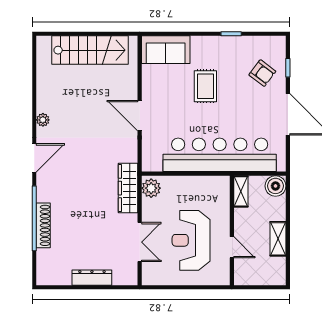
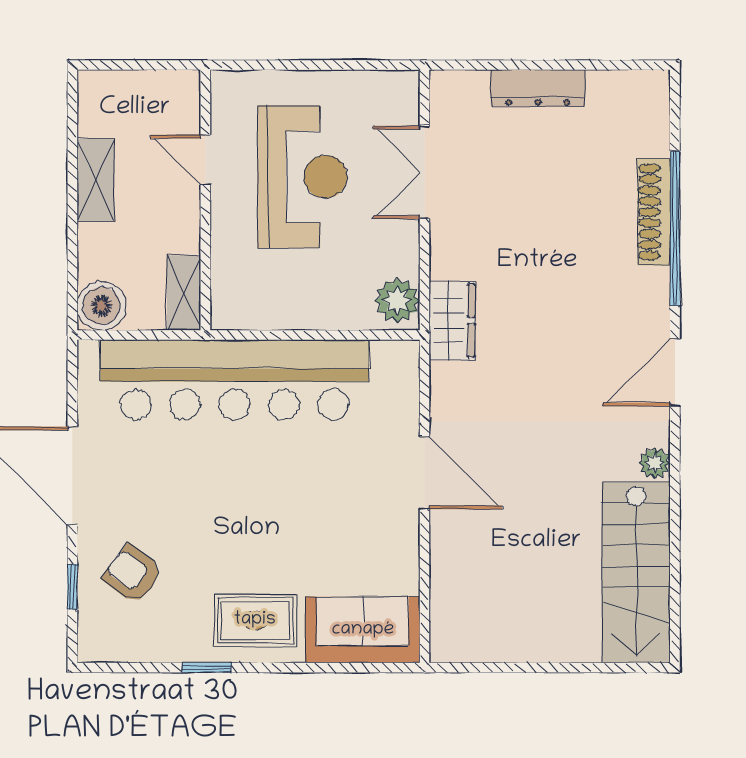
stairs: (90, 50) -> (636, 572), moved, turned -90
rug: (205, 86) -> (255, 620), moved, turned 90
wardrobe: (128, 188) -> (452, 321), width x0.67

